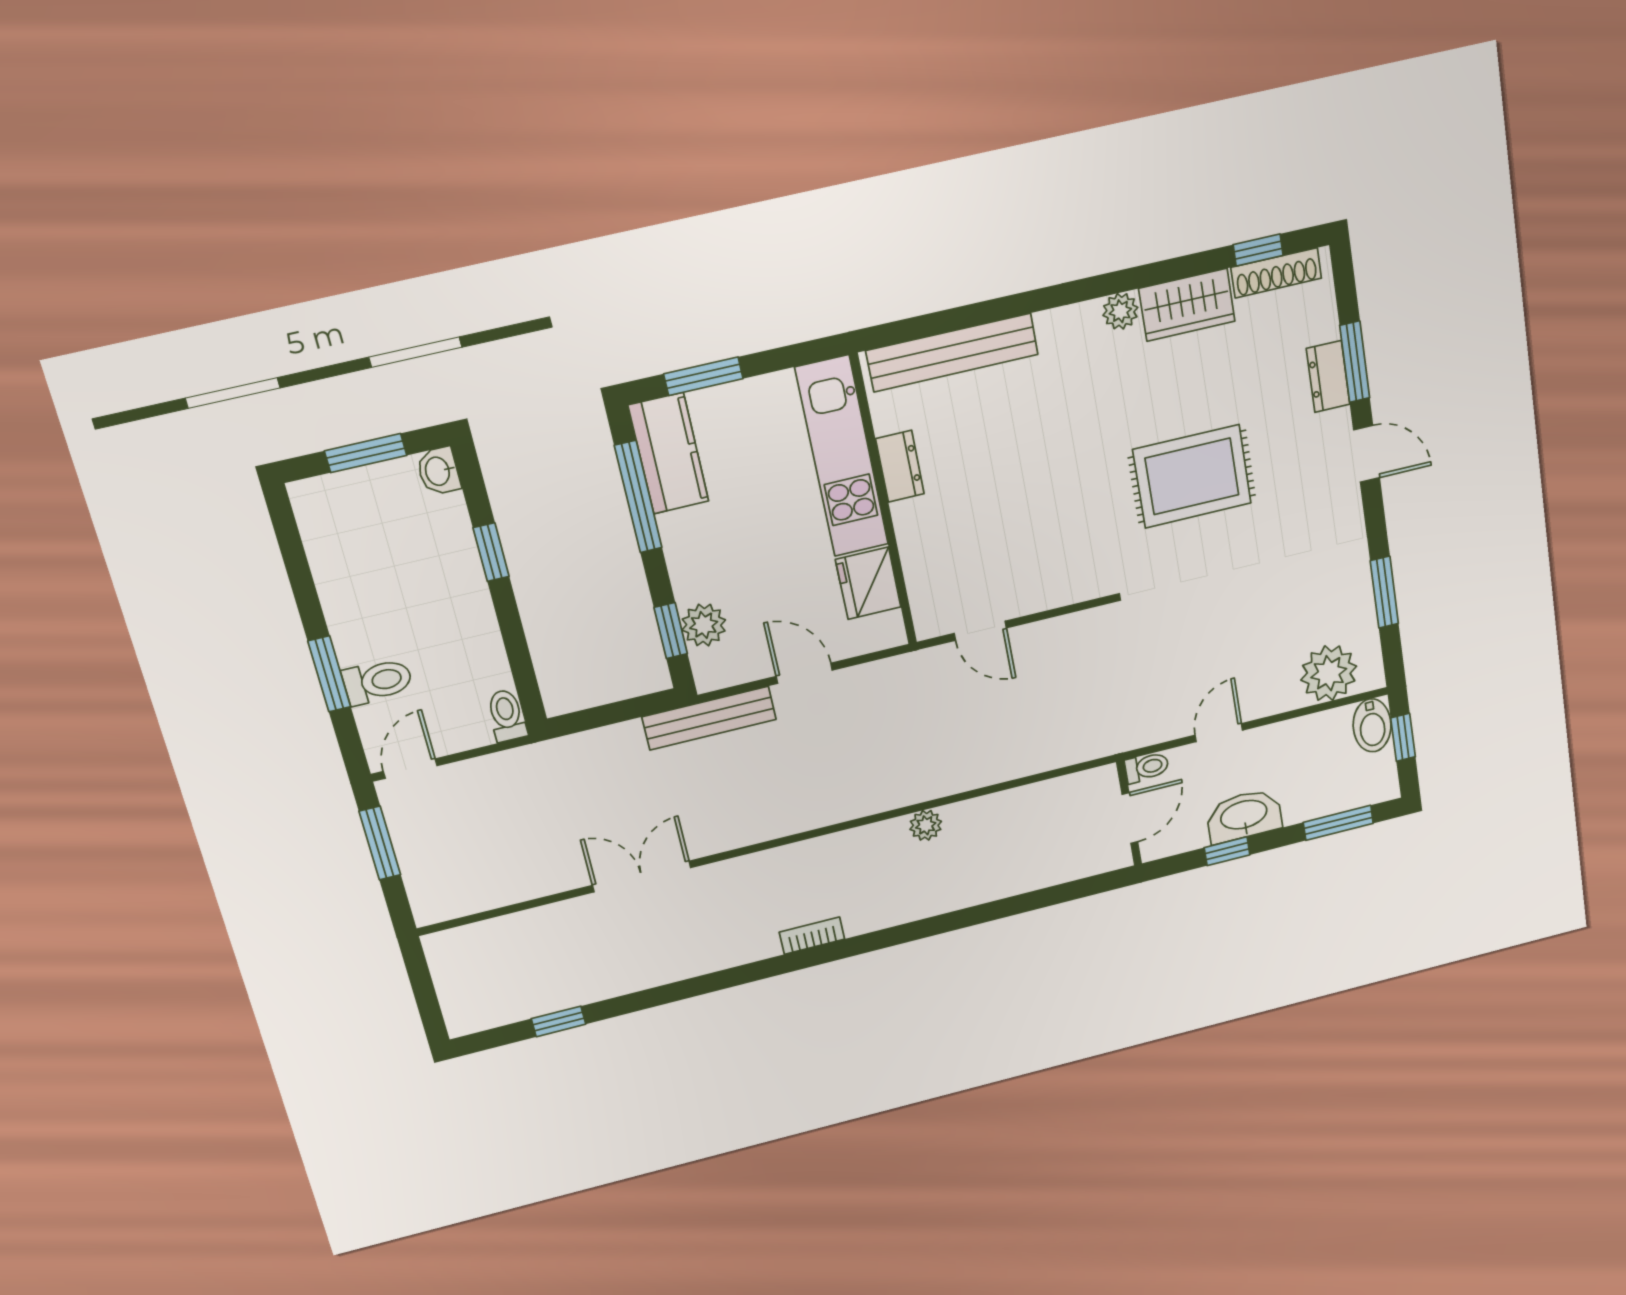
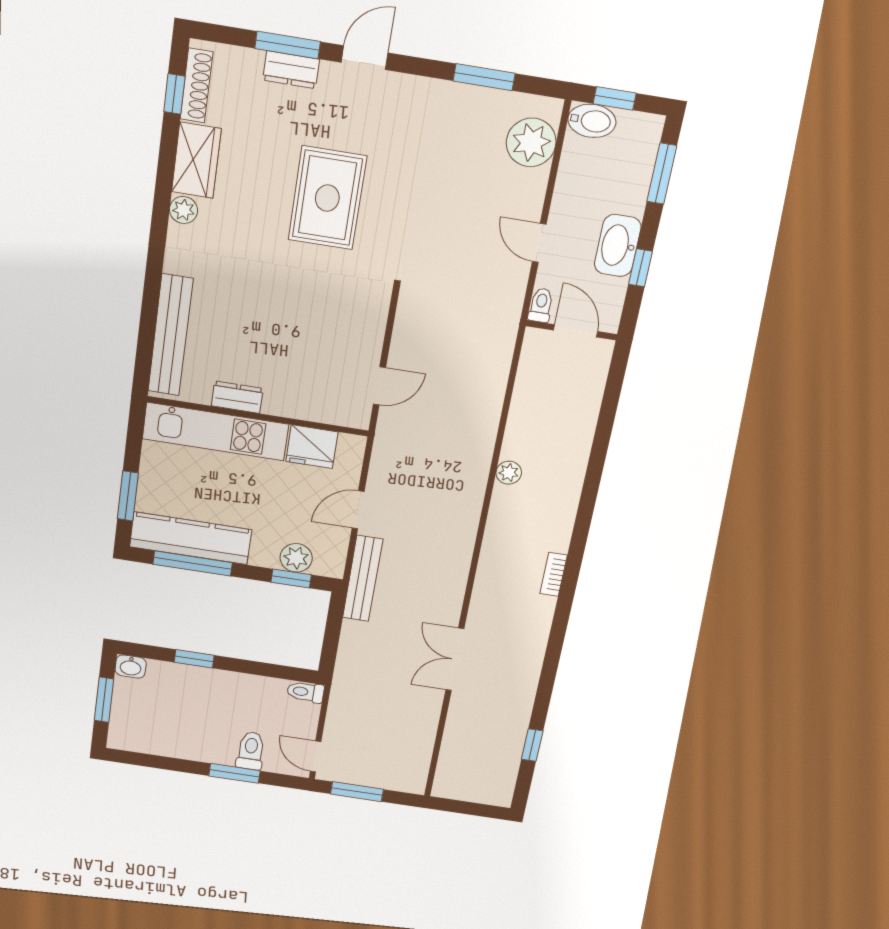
kitchen counter: (669, 453) -> (191, 538), width x1.50

